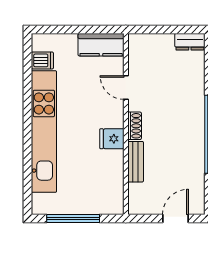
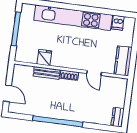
door: (126, 88) -> (94, 73), swing flipped
fridge: (112, 139) -> (44, 57), moved

